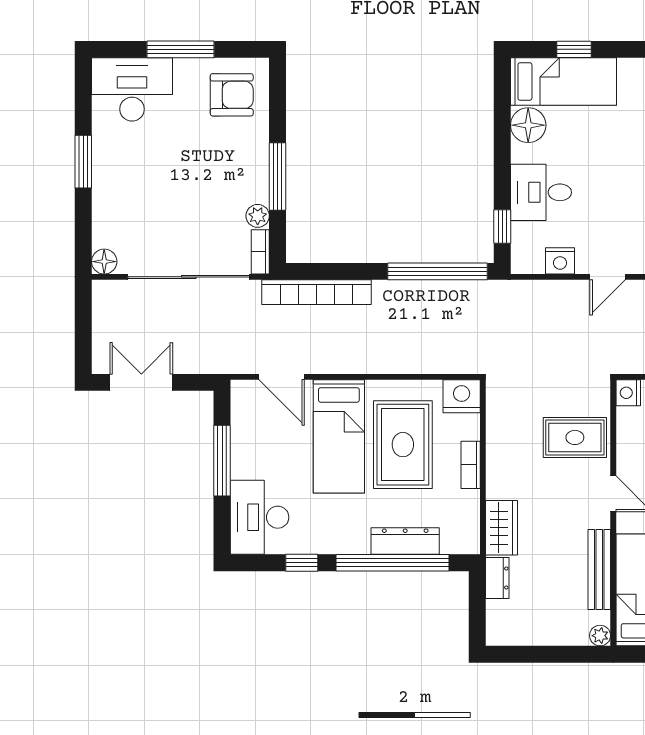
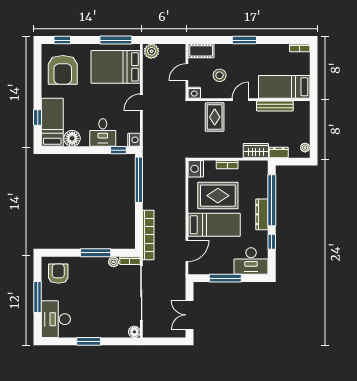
nightstand: (560, 261) -> (134, 140), moved
door: (608, 277) -> (141, 102), swing flipped
dresser: (405, 541) -> (262, 214), moved
plant: (600, 636) -> (305, 148), moved

